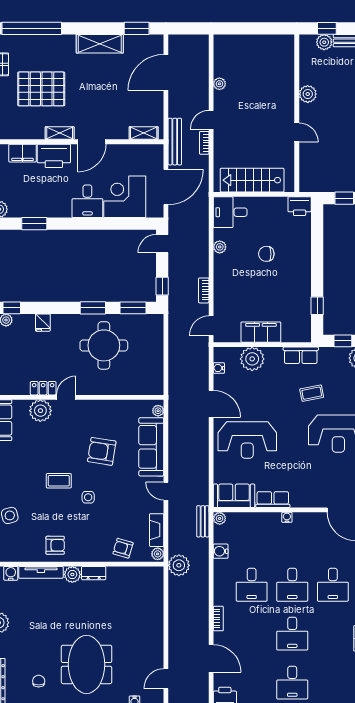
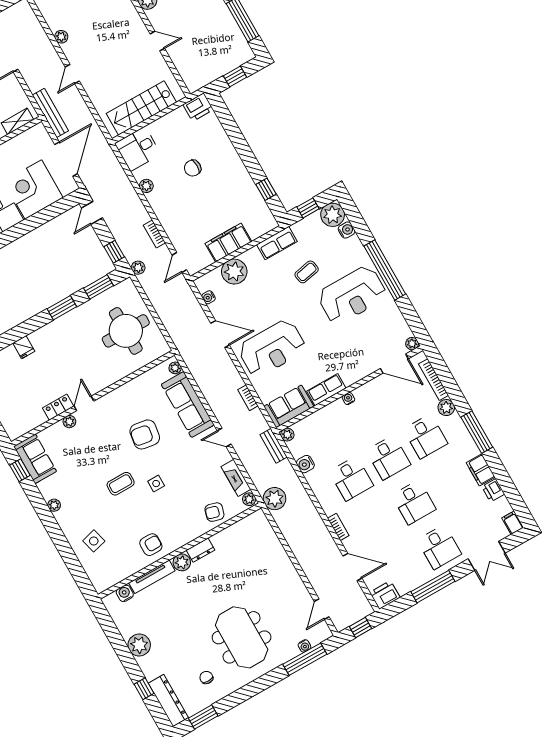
bookcase: (204, 143) -> (248, 398), moved
plant: (175, 311) -> (138, 268), added
round table: (104, 345) -> (126, 331), moved
plant: (40, 411) -> (69, 422), width x0.53, depth x0.53

